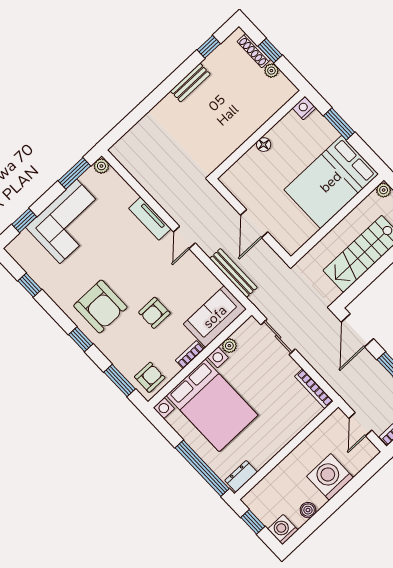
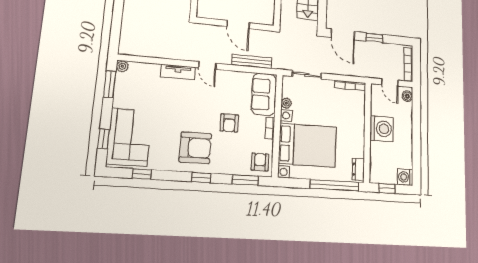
corner sofa: (68, 221) -> (129, 137), moved
washing machine: (330, 477) -> (382, 129), moved, turned 180
boiler: (308, 510) -> (407, 96), moved

